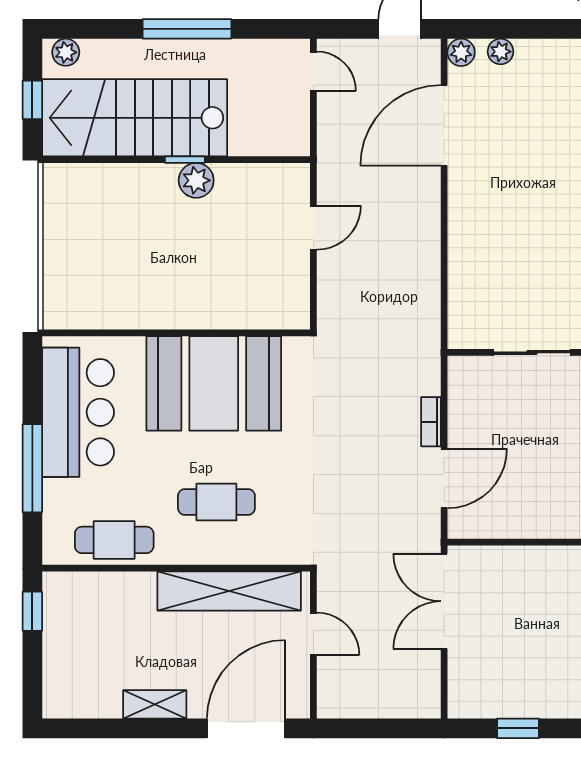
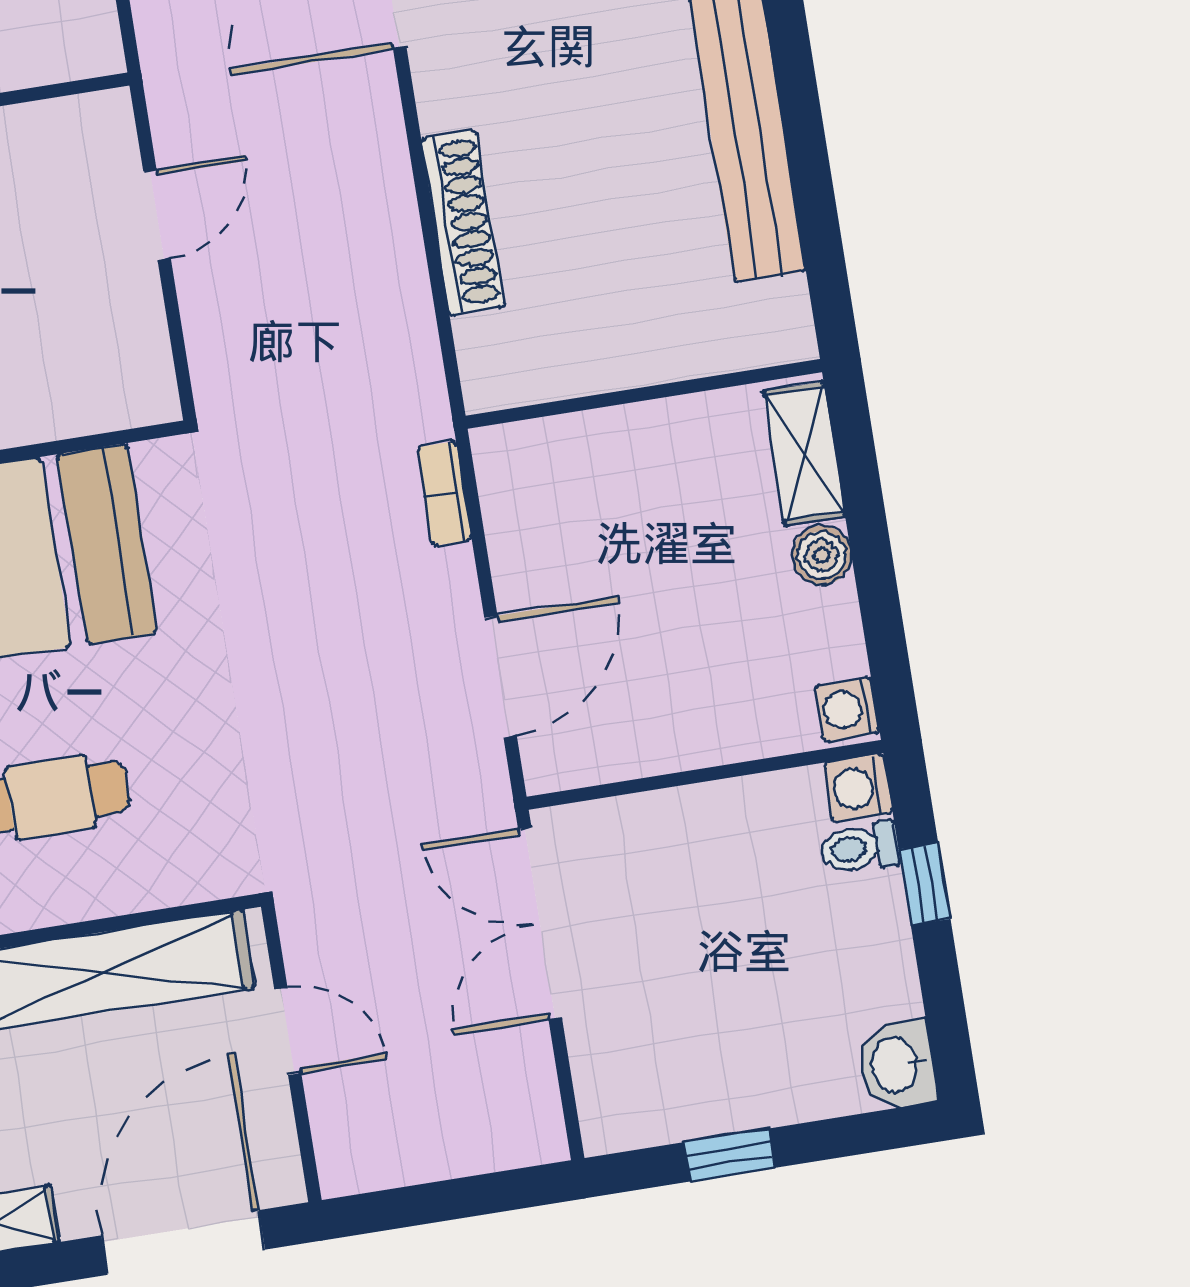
shoe rack: (461, 255) -> (463, 222), added
sliding door: (532, 352) -> (637, 395), removed
bookcase: (431, 422) -> (444, 494), moved

